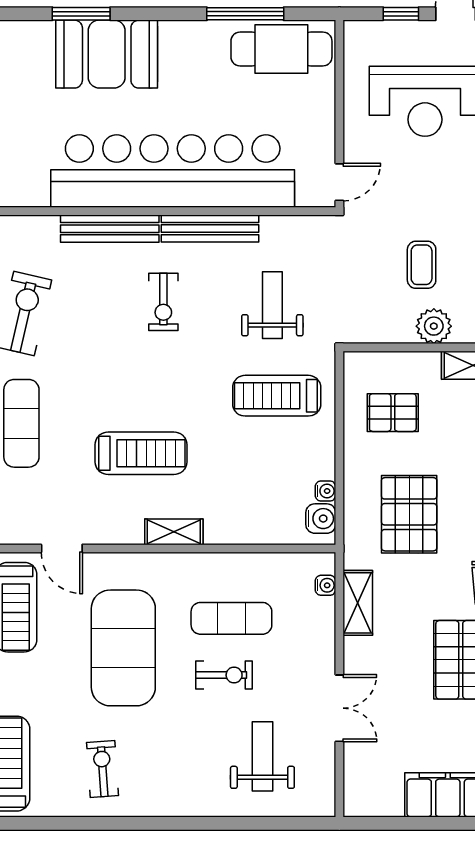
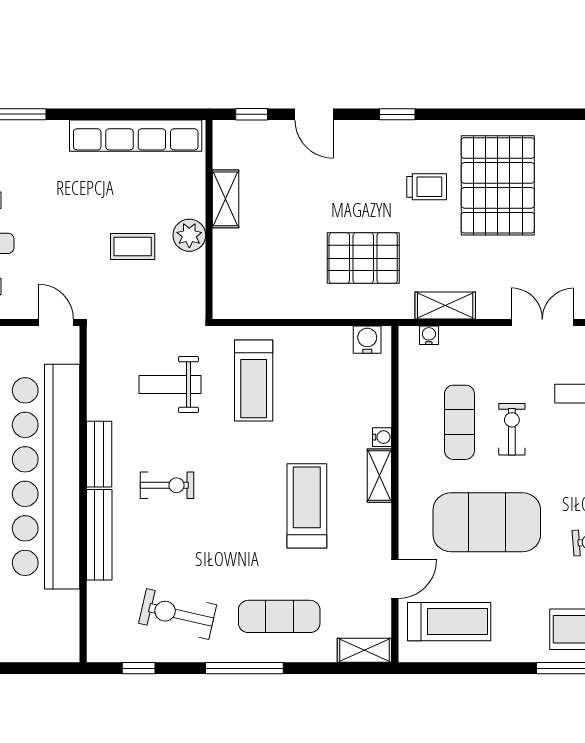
bench: (210, 229) -> (99, 454), width x0.73
pallet: (393, 413) -> (269, 273), removed
water cooler: (325, 491) -> (382, 437), moved, turned 90

